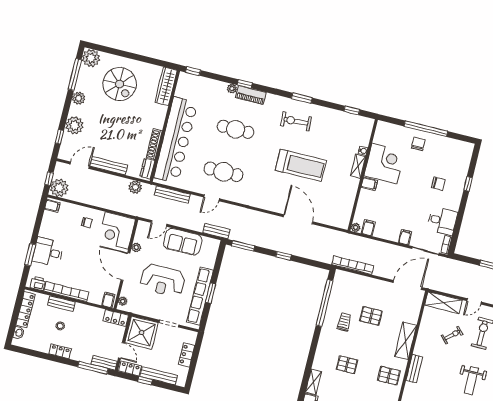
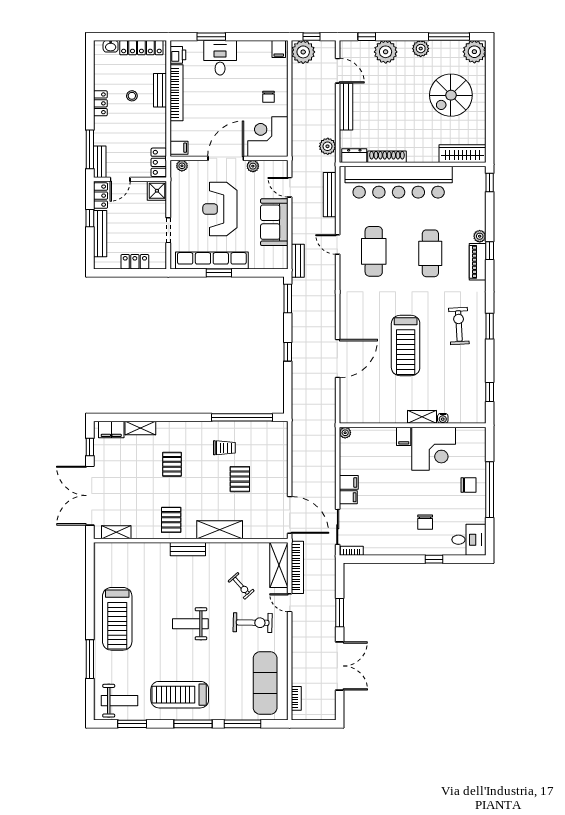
desk: (442, 221) -> (469, 540), moved, turned -90
filing cabinet: (368, 228) -> (349, 482), moved
bookcase: (353, 265) -> (297, 567), moved
shower: (142, 333) -> (157, 191), width x0.54, depth x0.54

